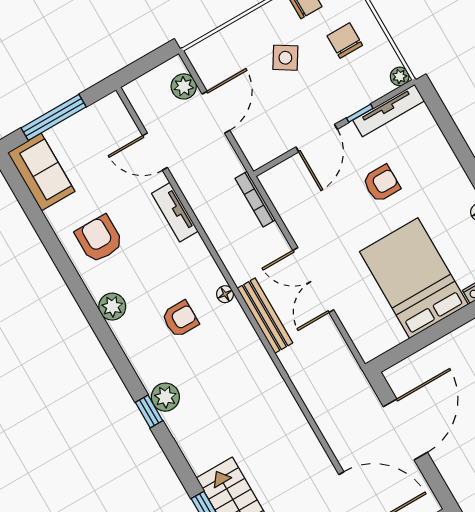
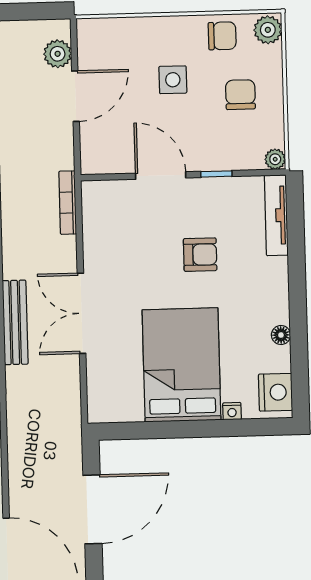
side table: (285, 58) -> (173, 80), turned -32
tv unit: (389, 110) -> (276, 215), moved, turned 90
door: (317, 138) -> (161, 176), swing flipped

